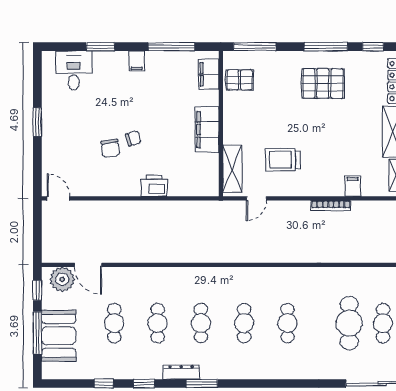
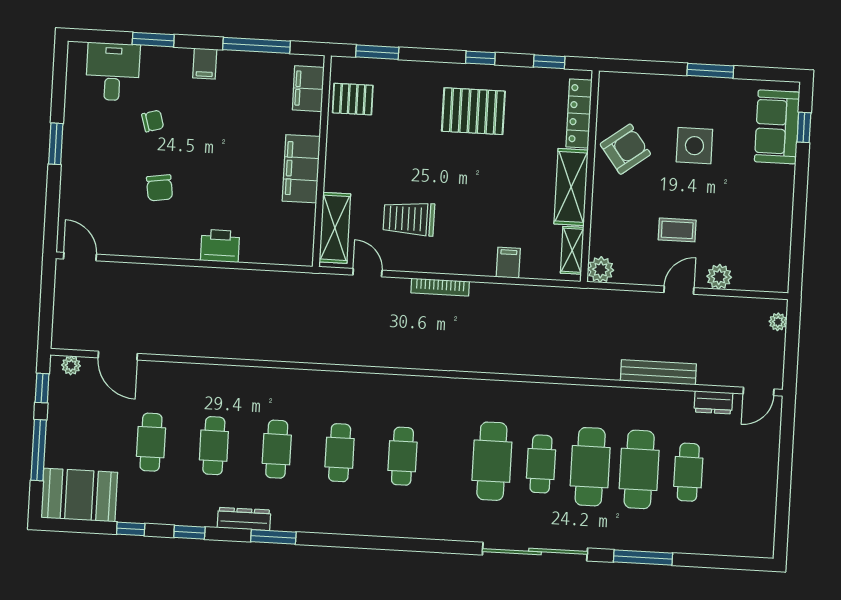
window: (255, 47) -> (377, 52), width x0.69
window: (326, 47) -> (480, 58), width x0.46
chair: (133, 138) -> (153, 121), moved
door: (256, 198) -> (367, 273), swing flipped
bookcase: (331, 206) -> (440, 287), moved
plant: (62, 279) -> (71, 365), width x0.53, depth x0.53
booth: (59, 336) -> (79, 495), moved, turned 90

